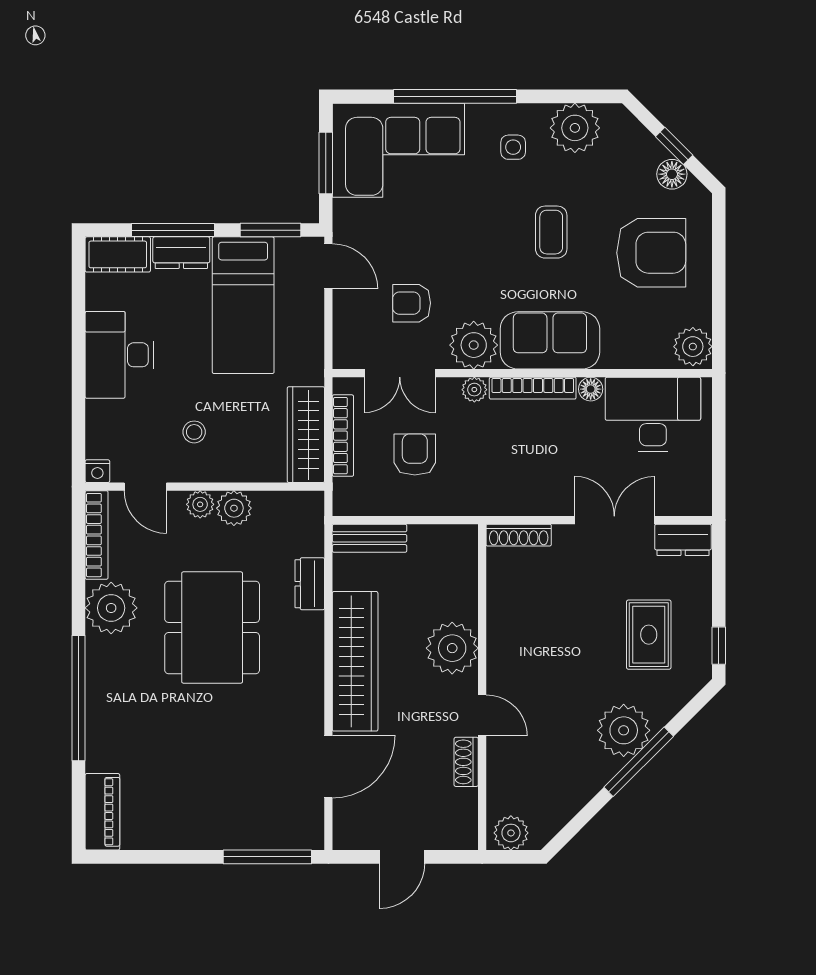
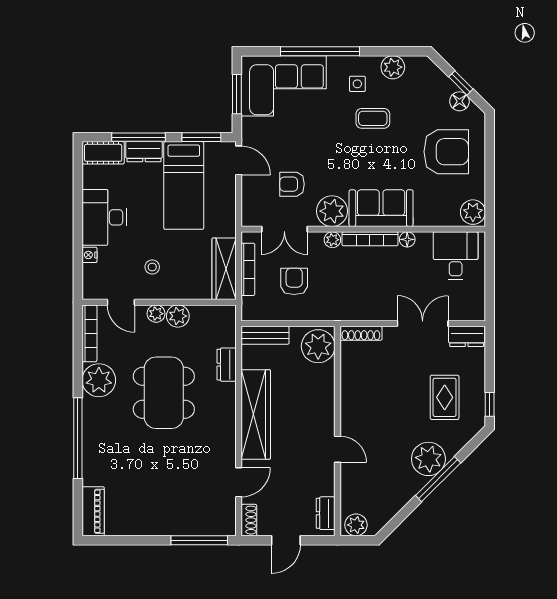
plant: (575, 128) -> (393, 67), width x0.73, depth x0.73
coffee table: (551, 232) -> (373, 118), moved, turned 90
desk: (653, 414) -> (456, 256), width x0.73
nightstand: (97, 471) -> (90, 255), moved, turned 90
plant: (452, 648) -> (318, 346), moved
shoe rack: (466, 762) -> (249, 520), moved, turned 180
door: (328, 767) -> (239, 482), width x0.73
dresser: (464, 815) -> (326, 513), added

